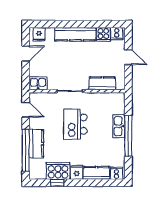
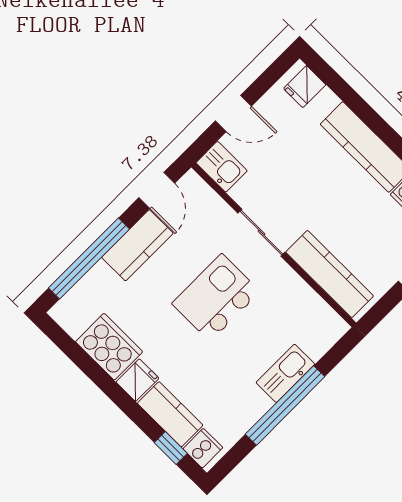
door: (26, 54) -> (233, 114), moved
kitchen counter: (102, 83) -> (330, 274), width x1.50
kitchen counter: (36, 144) -> (137, 245), moved
window: (57, 183) -> (171, 448), moved

